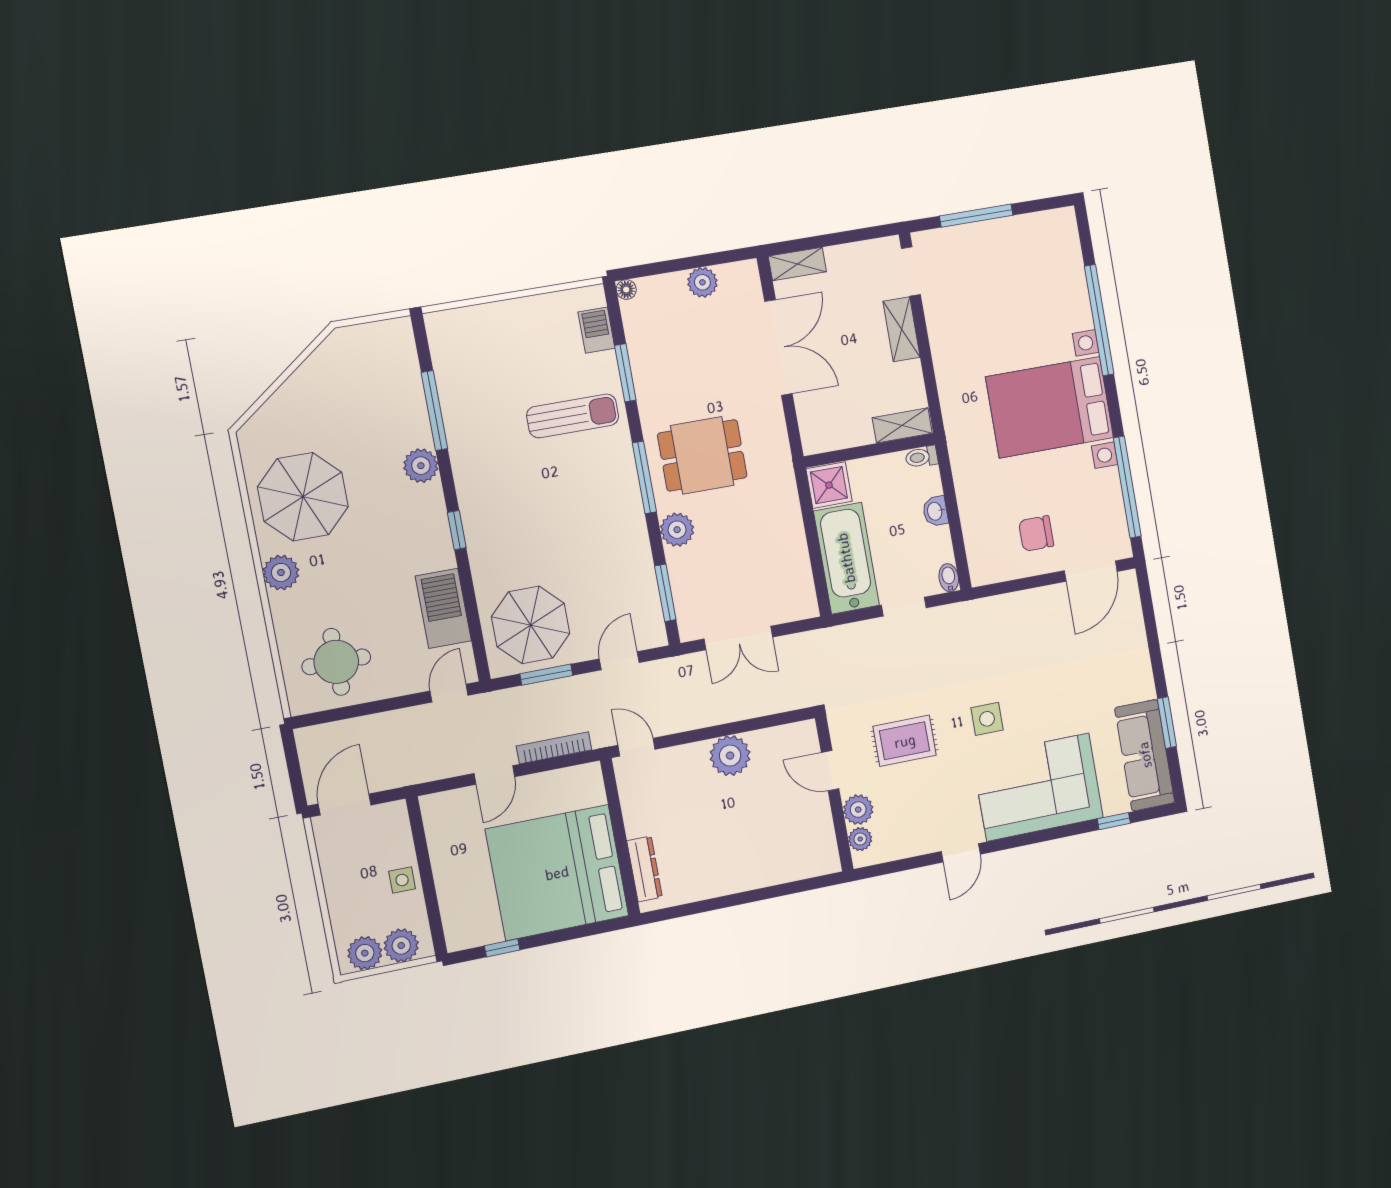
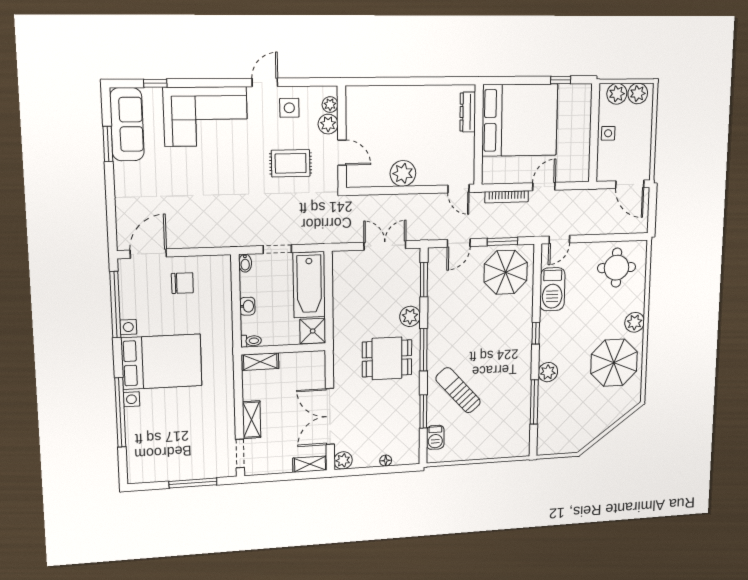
plant: (702, 282) -> (343, 460), moved
floor lamp: (626, 290) -> (386, 461), moved
sun lounger: (573, 416) -> (458, 390), turned 48
side table: (987, 719) -> (289, 108), moved
door: (345, 804) -> (630, 184), hinge flipped

